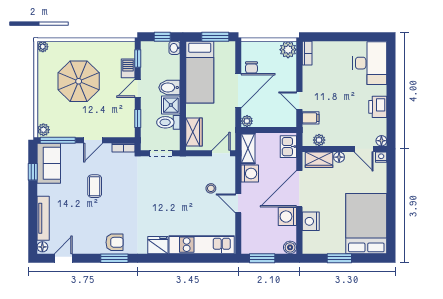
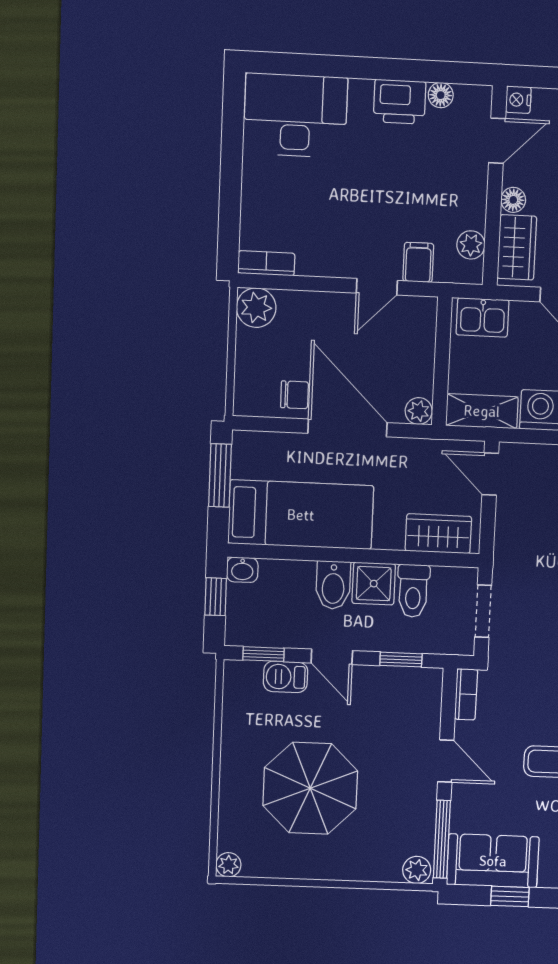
floor lamp: (381, 141) -> (441, 95), moved

